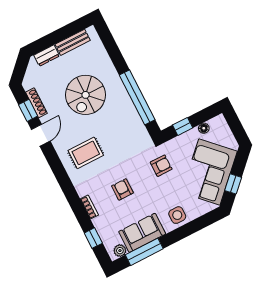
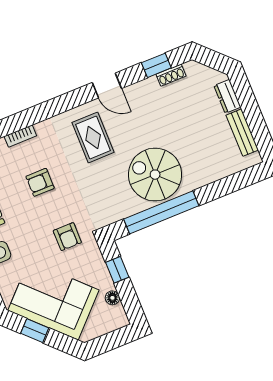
spiral stairs: (86, 95) -> (155, 175), moved
shoe rack: (36, 103) -> (171, 75), width x0.70
door: (41, 135) -> (107, 85), moved
armchair: (122, 189) -> (40, 182), turned 180

